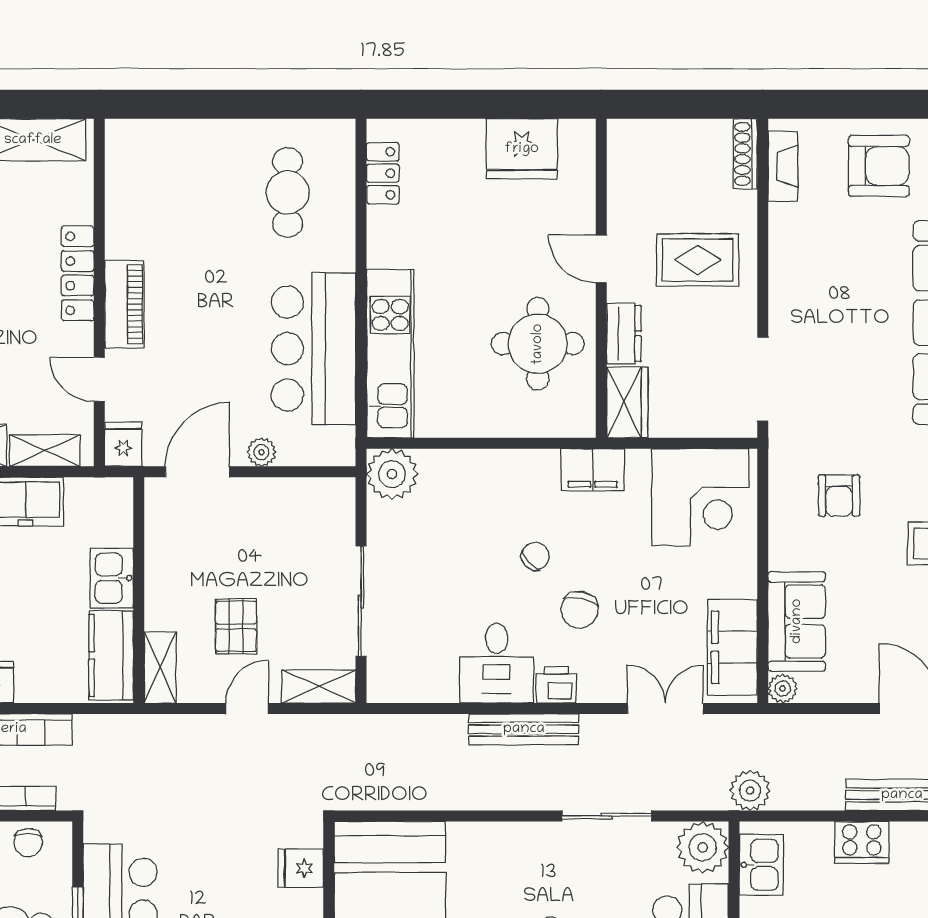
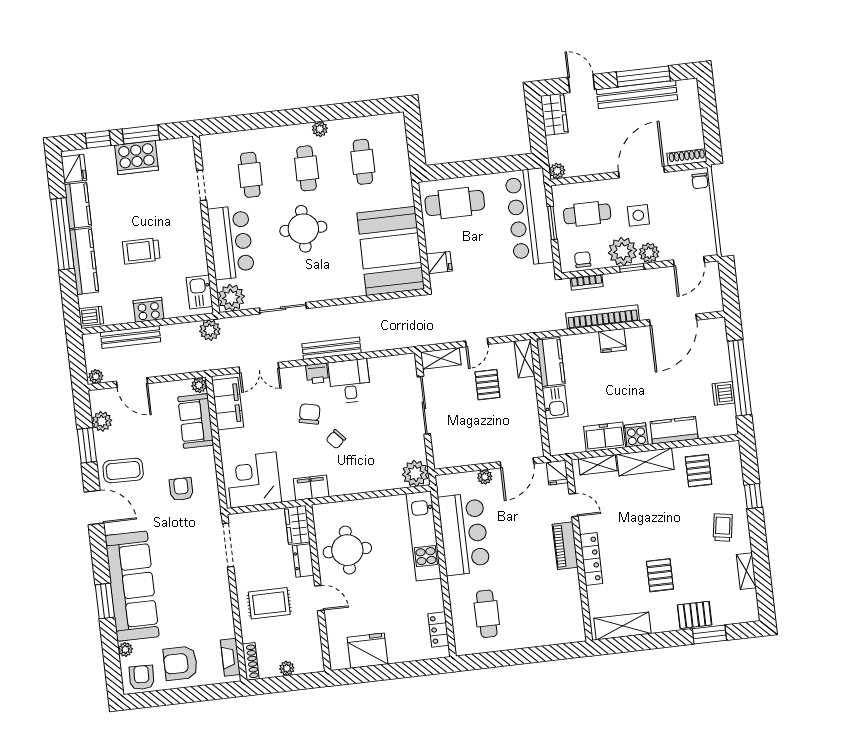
plant: (678, 133) -> (287, 668), added

